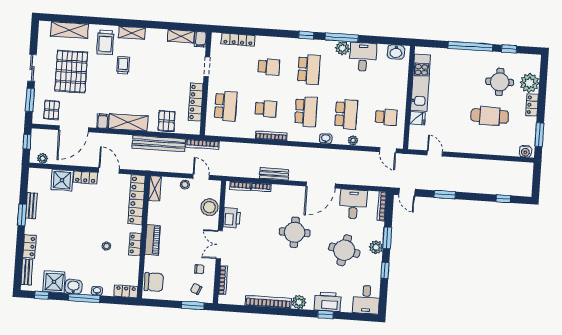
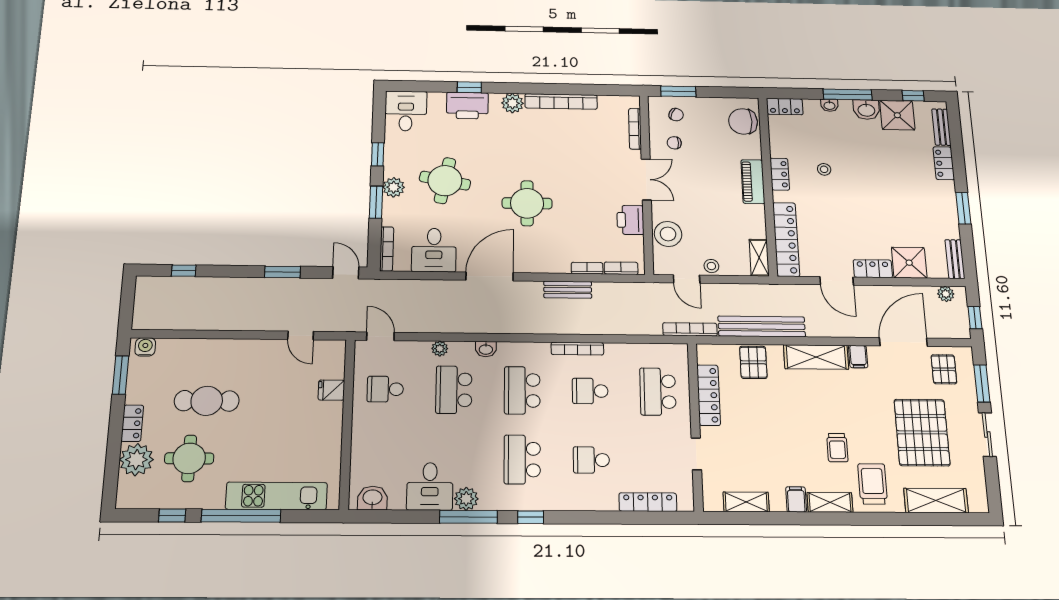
filing cabinet: (201, 39) -> (796, 499), moved
kitchen unit: (421, 83) -> (276, 496), moved, turned 90
bench: (31, 206) -> (955, 259), moved

